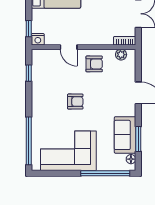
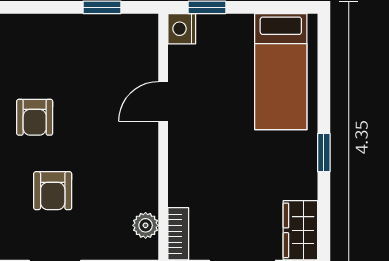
armchair: (94, 64) -> (53, 191), moved

